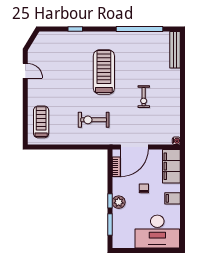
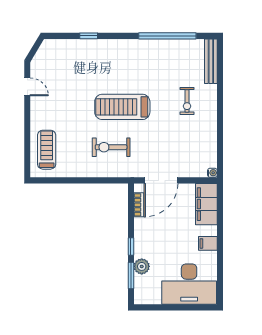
treadmill: (104, 72) -> (122, 107), moved, turned -90
exercise bike: (144, 97) -> (187, 101), moved
chair: (144, 188) -> (173, 231), removed
plant: (119, 202) -> (142, 266), moved

